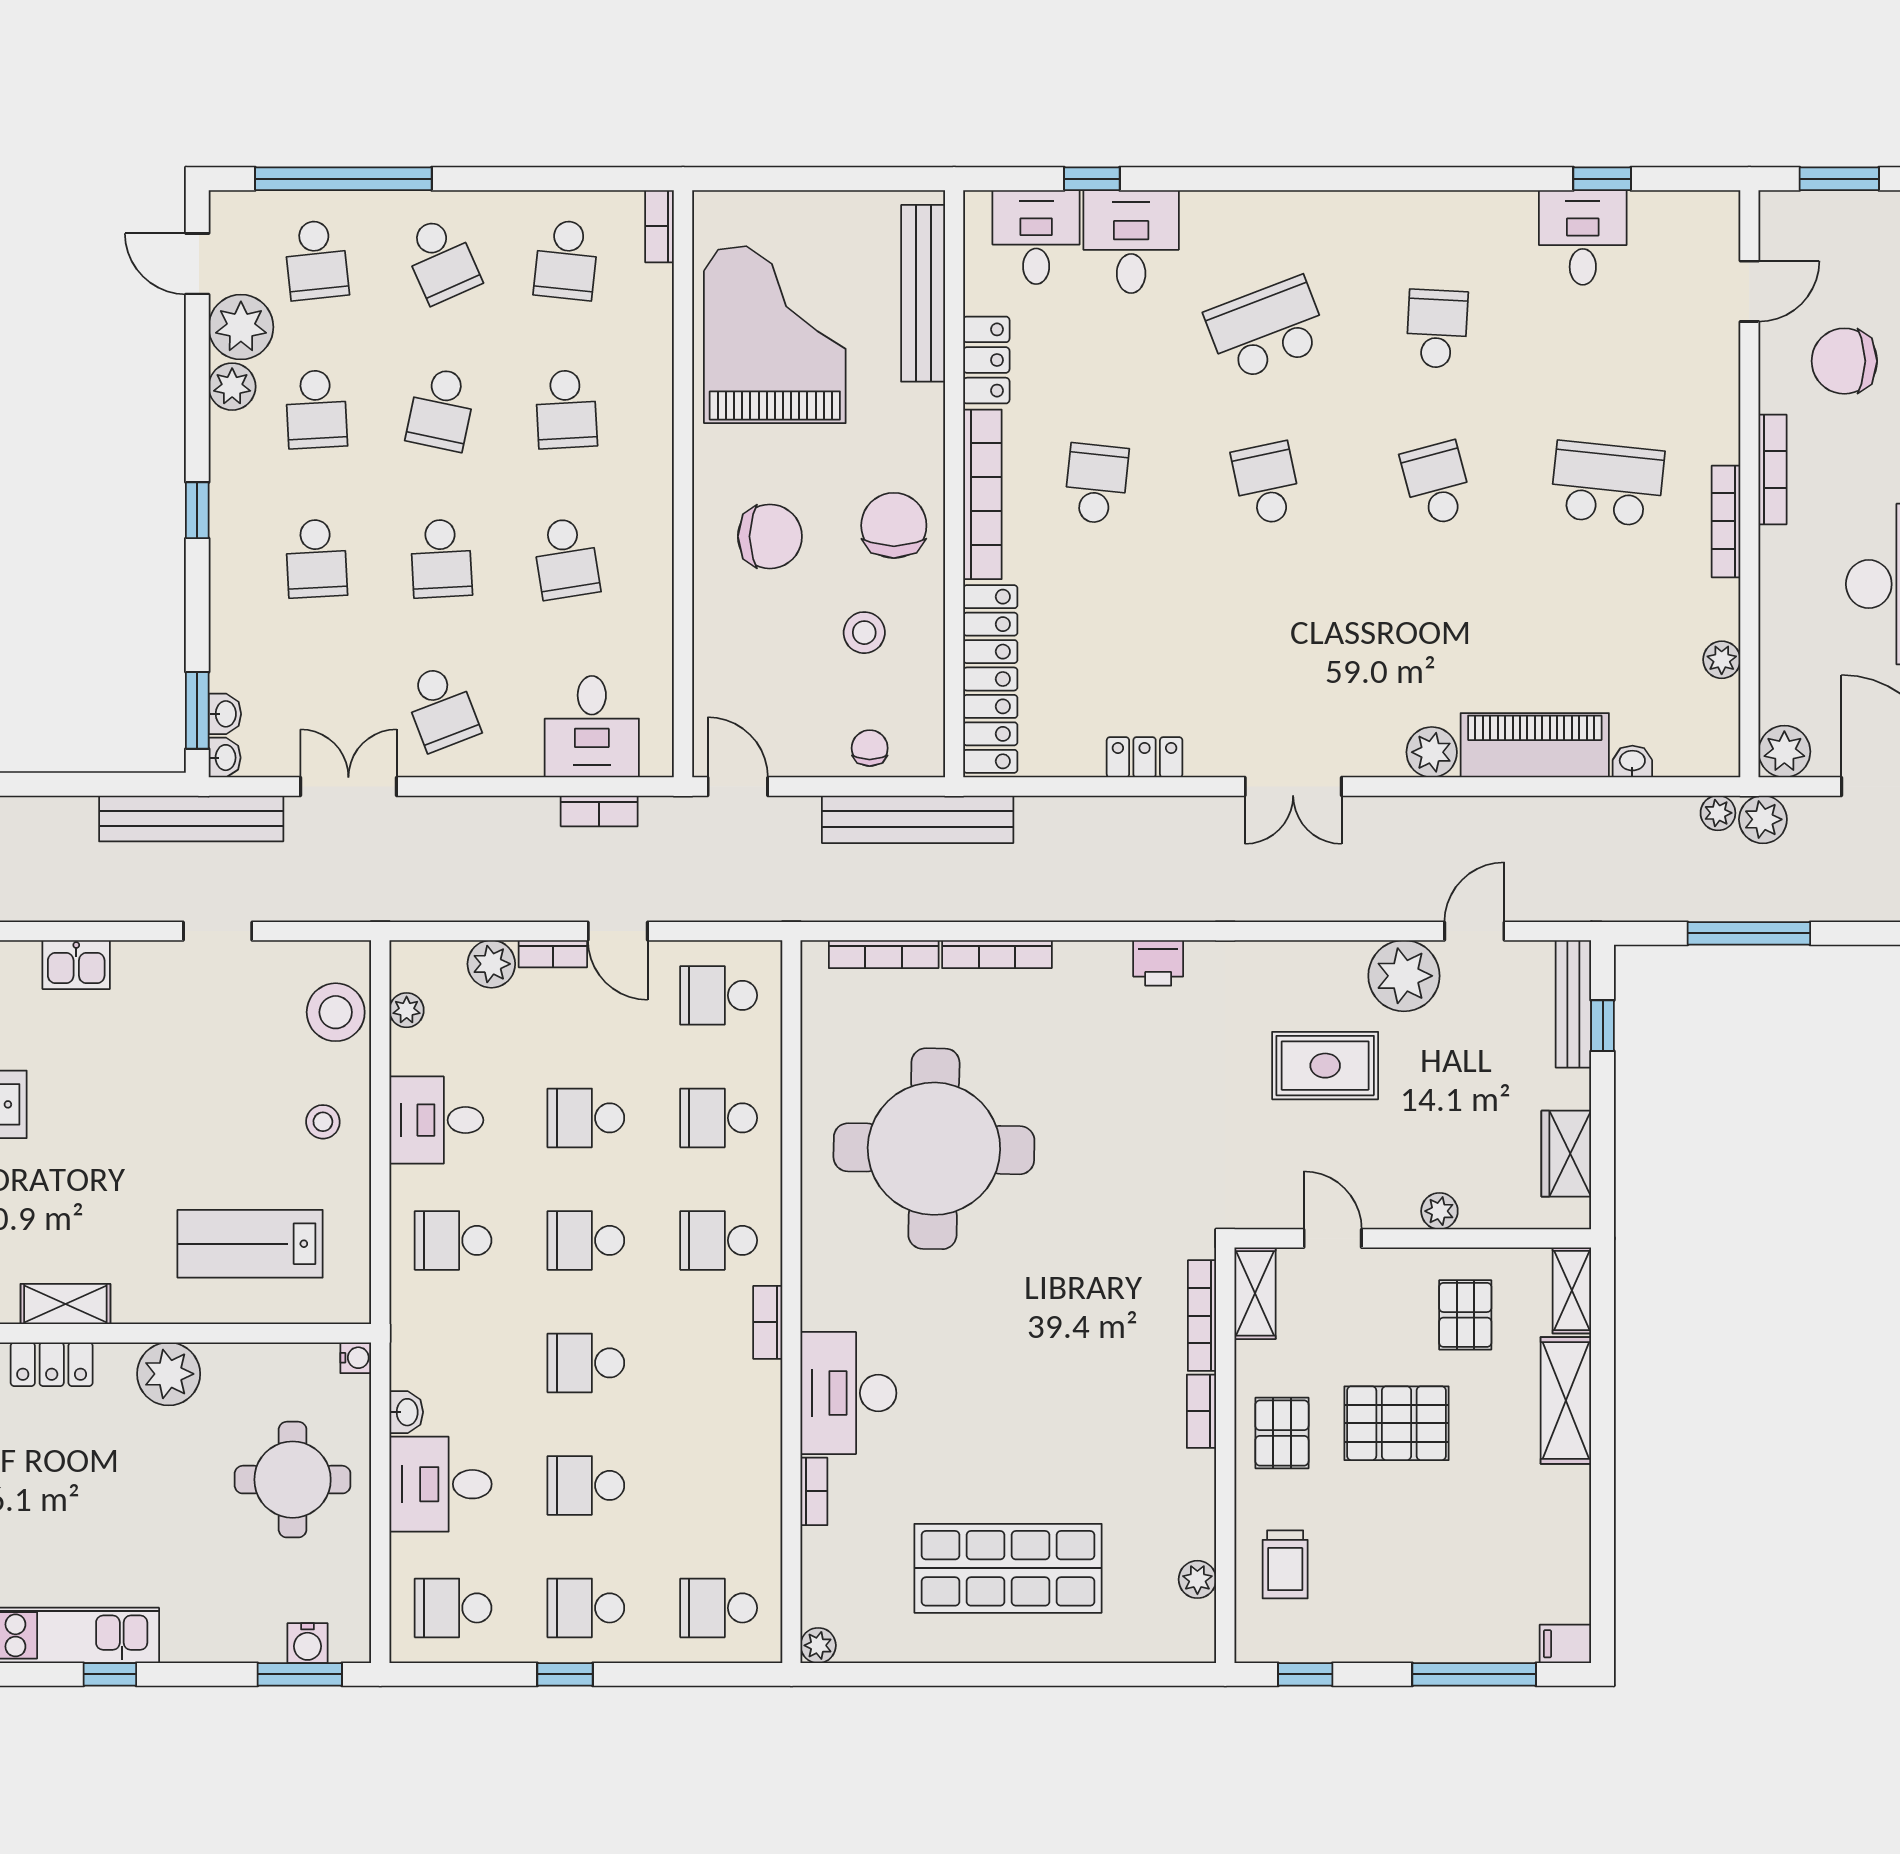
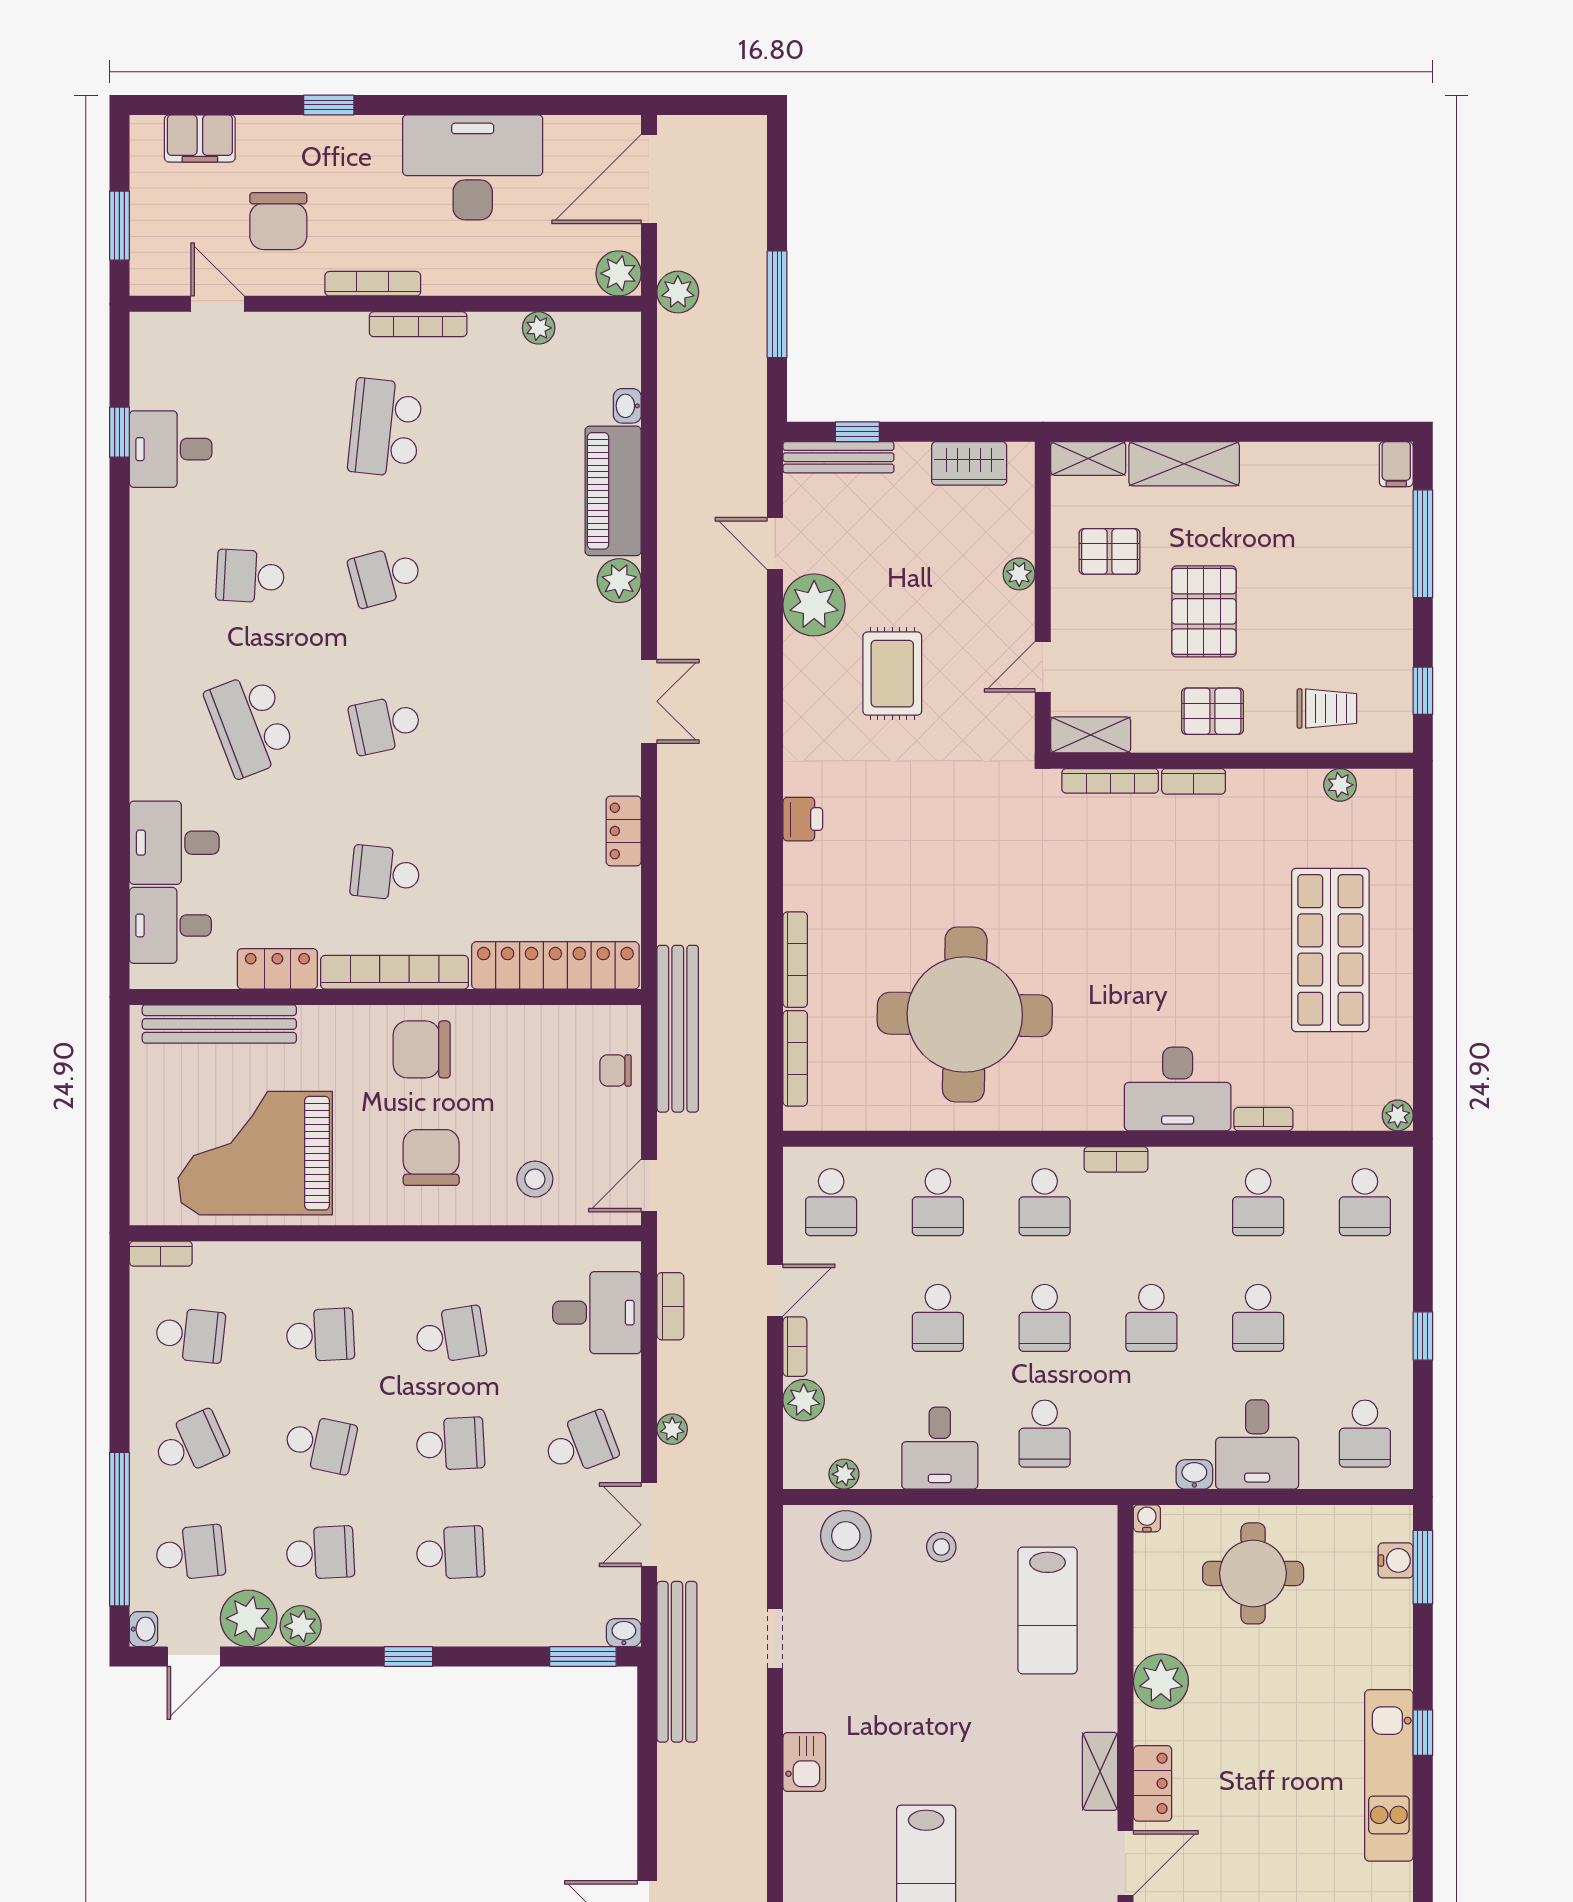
window: (1092, 179) -> (119, 877), removed
stool: (864, 633) -> (535, 1179), moved
washbasin: (225, 714) -> (144, 1629), moved, turned 90
plant: (1718, 813) -> (672, 1429), moved
school desk: (586, 1608) -> (1258, 1202), moved

